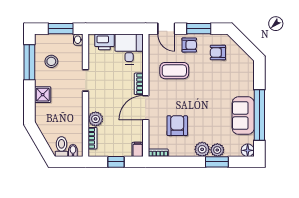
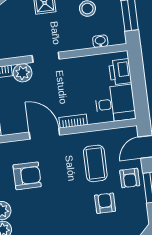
washbasin: (78, 40) -> (100, 41), moved
armchair: (218, 53) -> (105, 203), moved
doorway: (86, 80) -> (46, 57), moved

